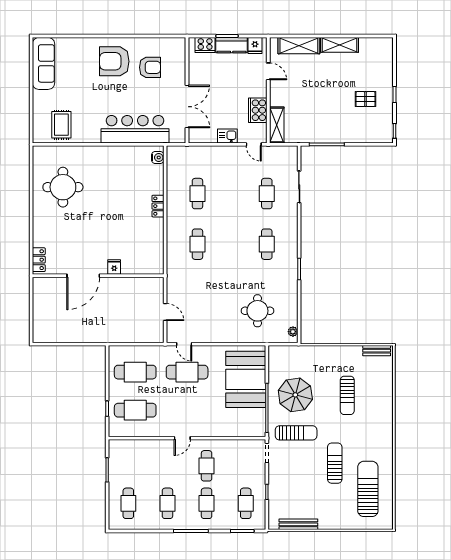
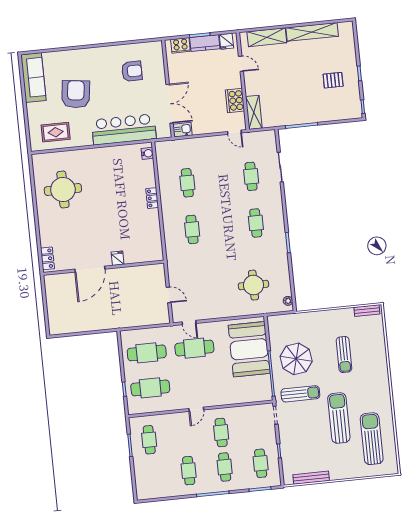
shelving: (339, 45) -> (312, 32), width x1.47
armchair: (114, 61) -> (76, 94), moved, turned 97
rug: (61, 125) -> (56, 132), turned 90
kitchen sink: (227, 136) -> (183, 130), moved
sun lounger: (335, 463) -> (339, 418), width x1.36, depth x1.34
cafe table: (128, 503) -> (149, 440), moved

